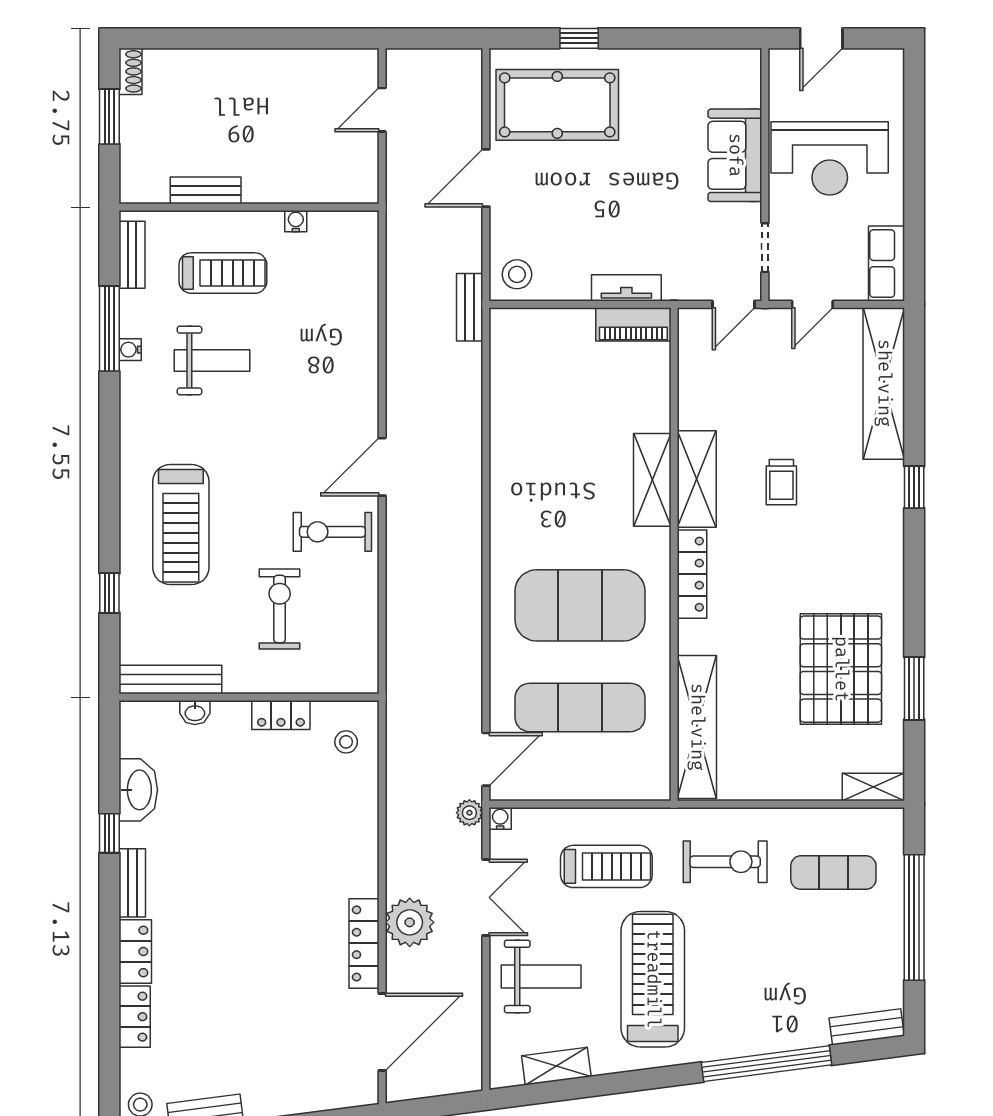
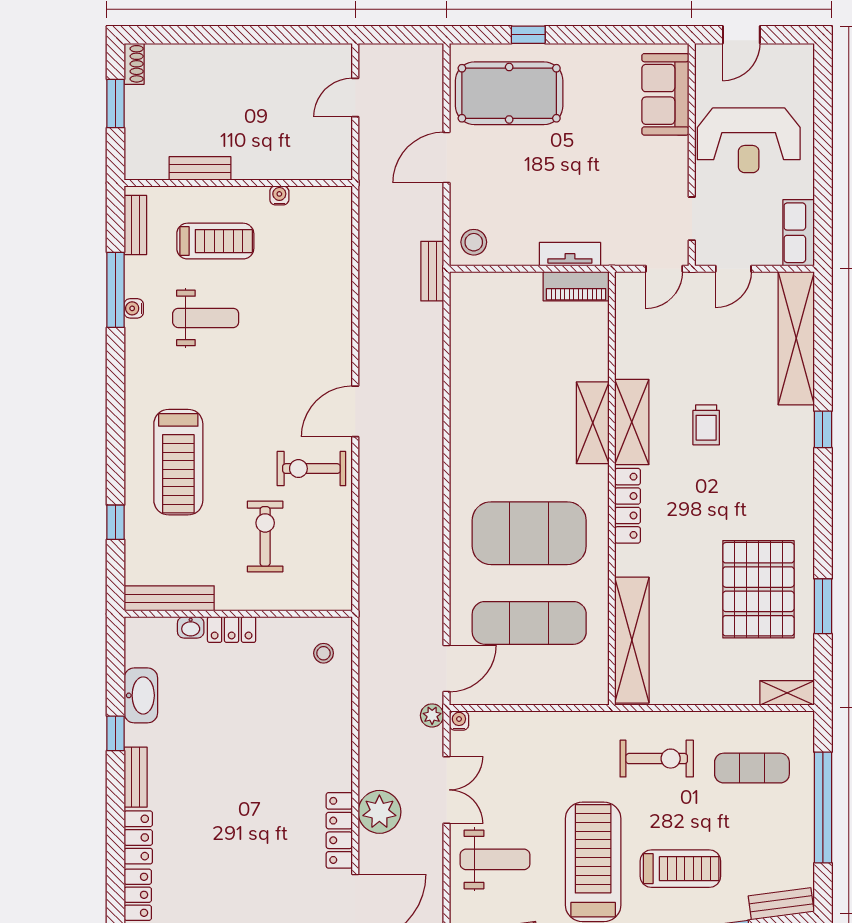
sofa: (735, 155) -> (665, 94), moved
locker: (281, 715) -> (232, 630), moved
treadmill: (606, 866) -> (680, 869), moved

